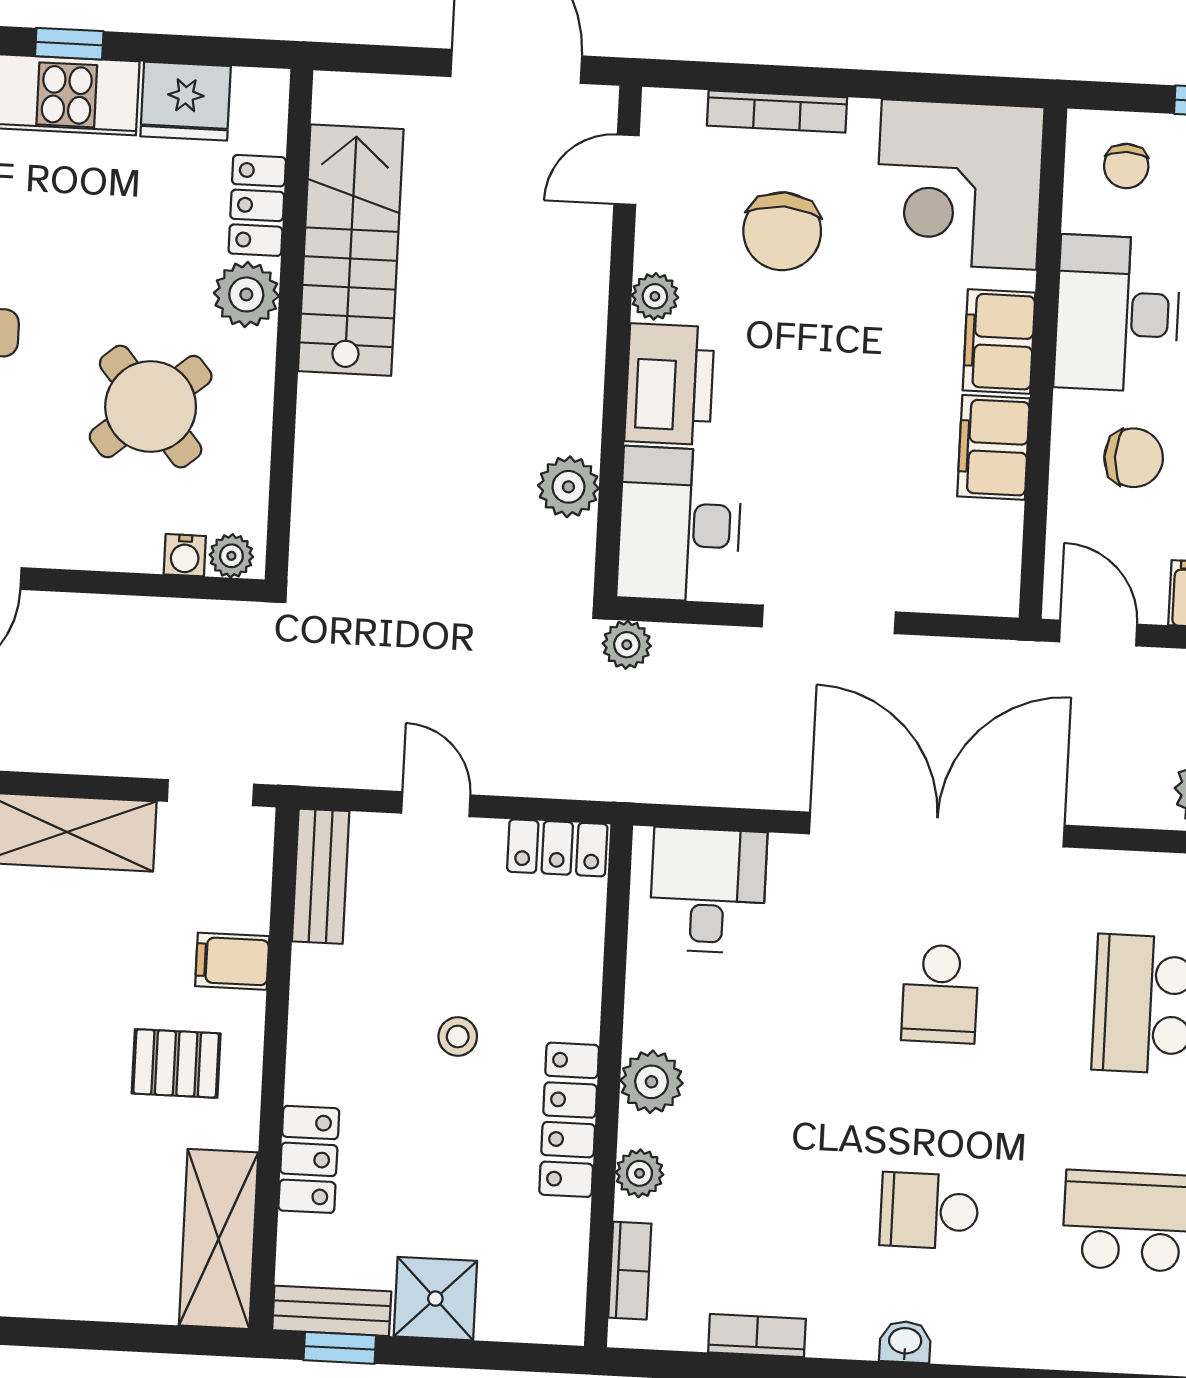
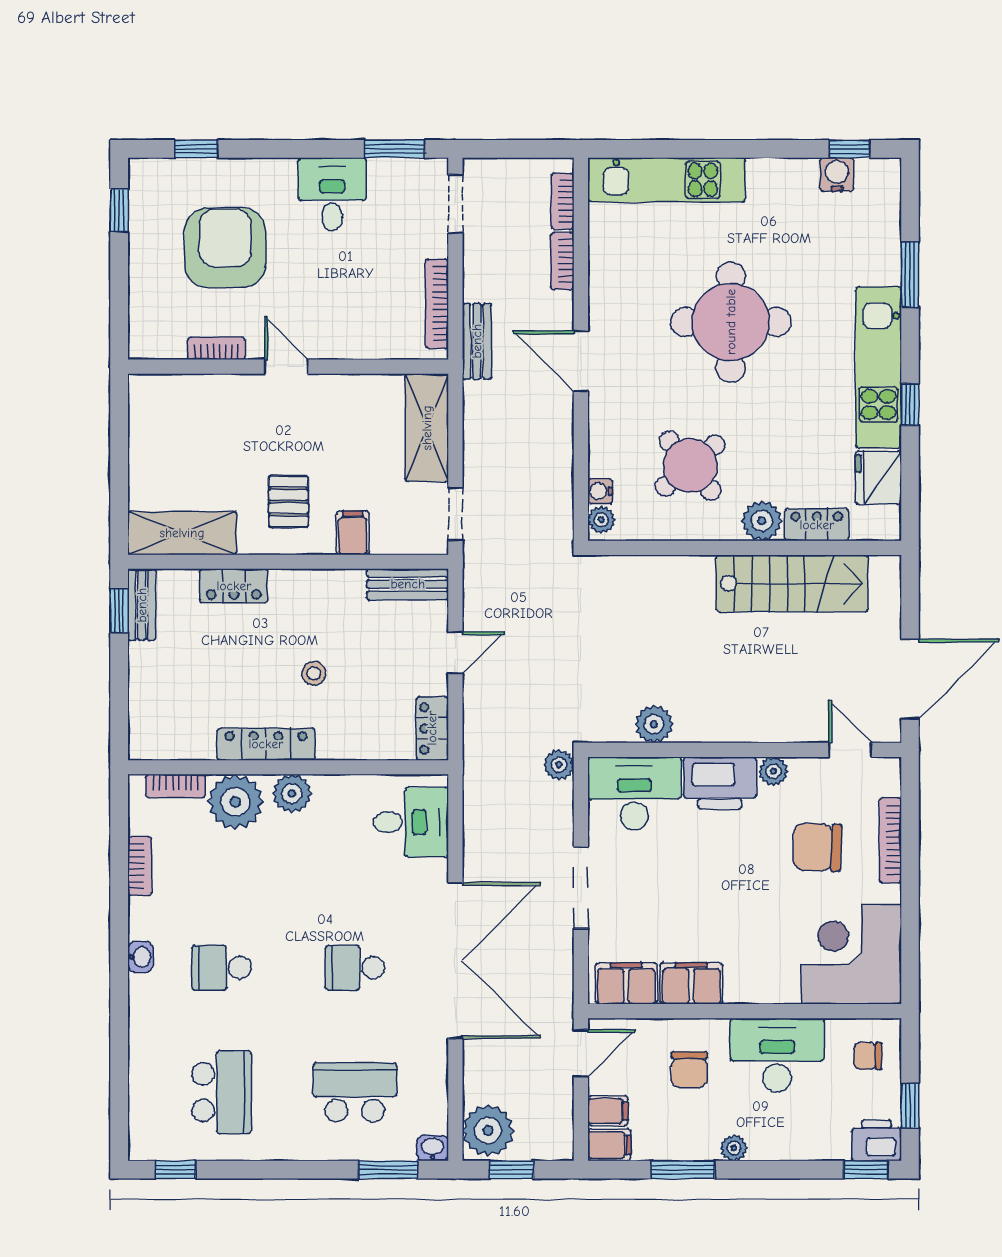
filing cabinet: (999, 341) -> (626, 983), moved
plant: (639, 1173) -> (235, 802), width x1.87, depth x1.87
school desk: (929, 1211) -> (221, 968), turned -90
shower: (435, 1299) -> (152, 668), removed

